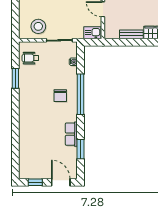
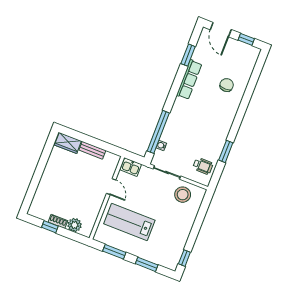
window: (80, 94) -> (158, 132), moved
chair: (60, 96) -> (227, 85), moved
row of seats: (71, 134) -> (189, 80), width x1.48

